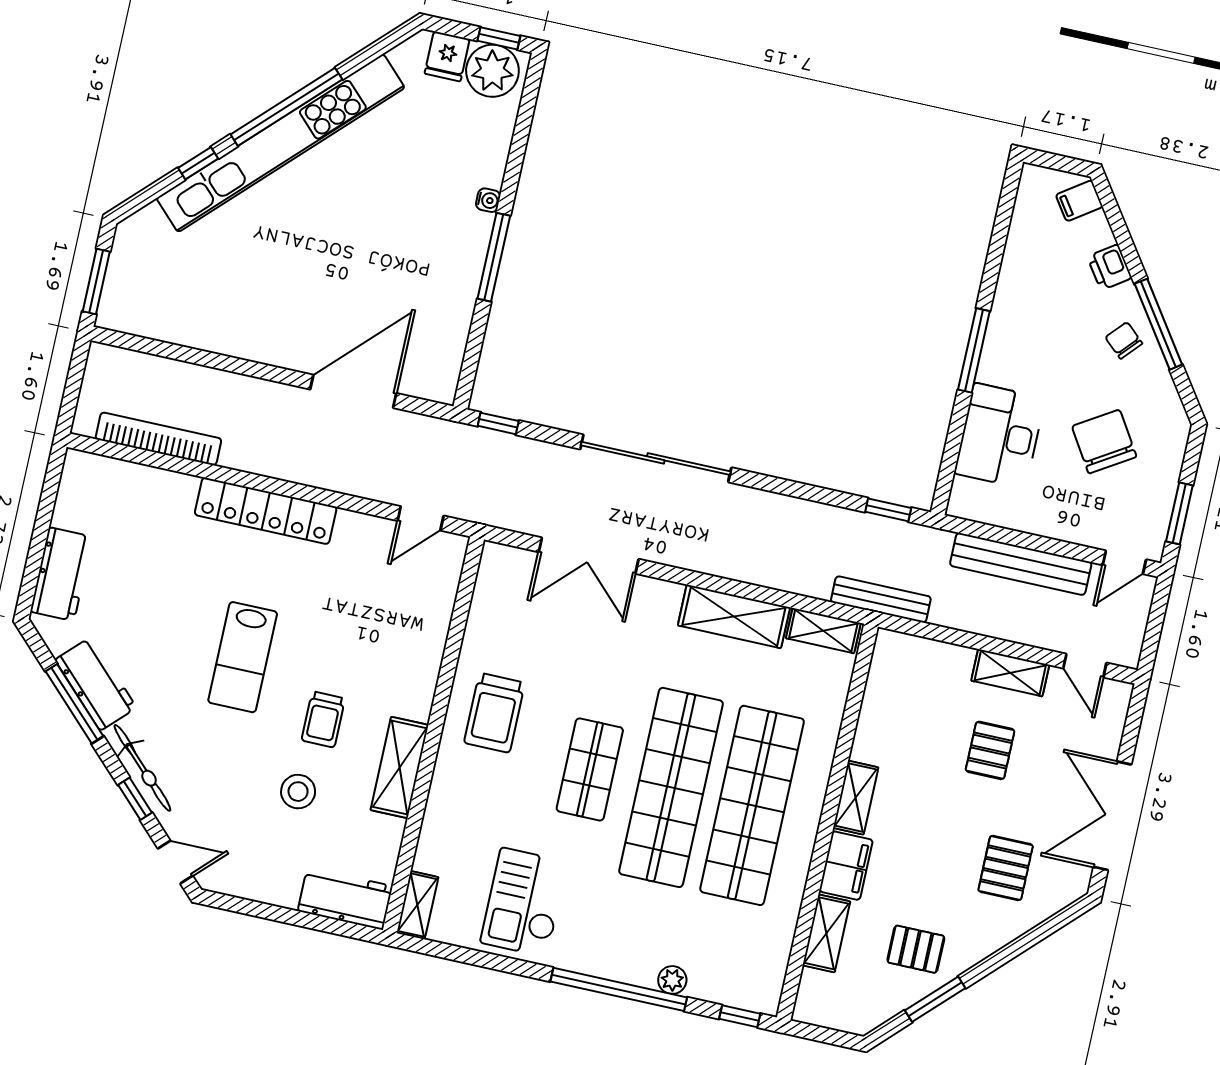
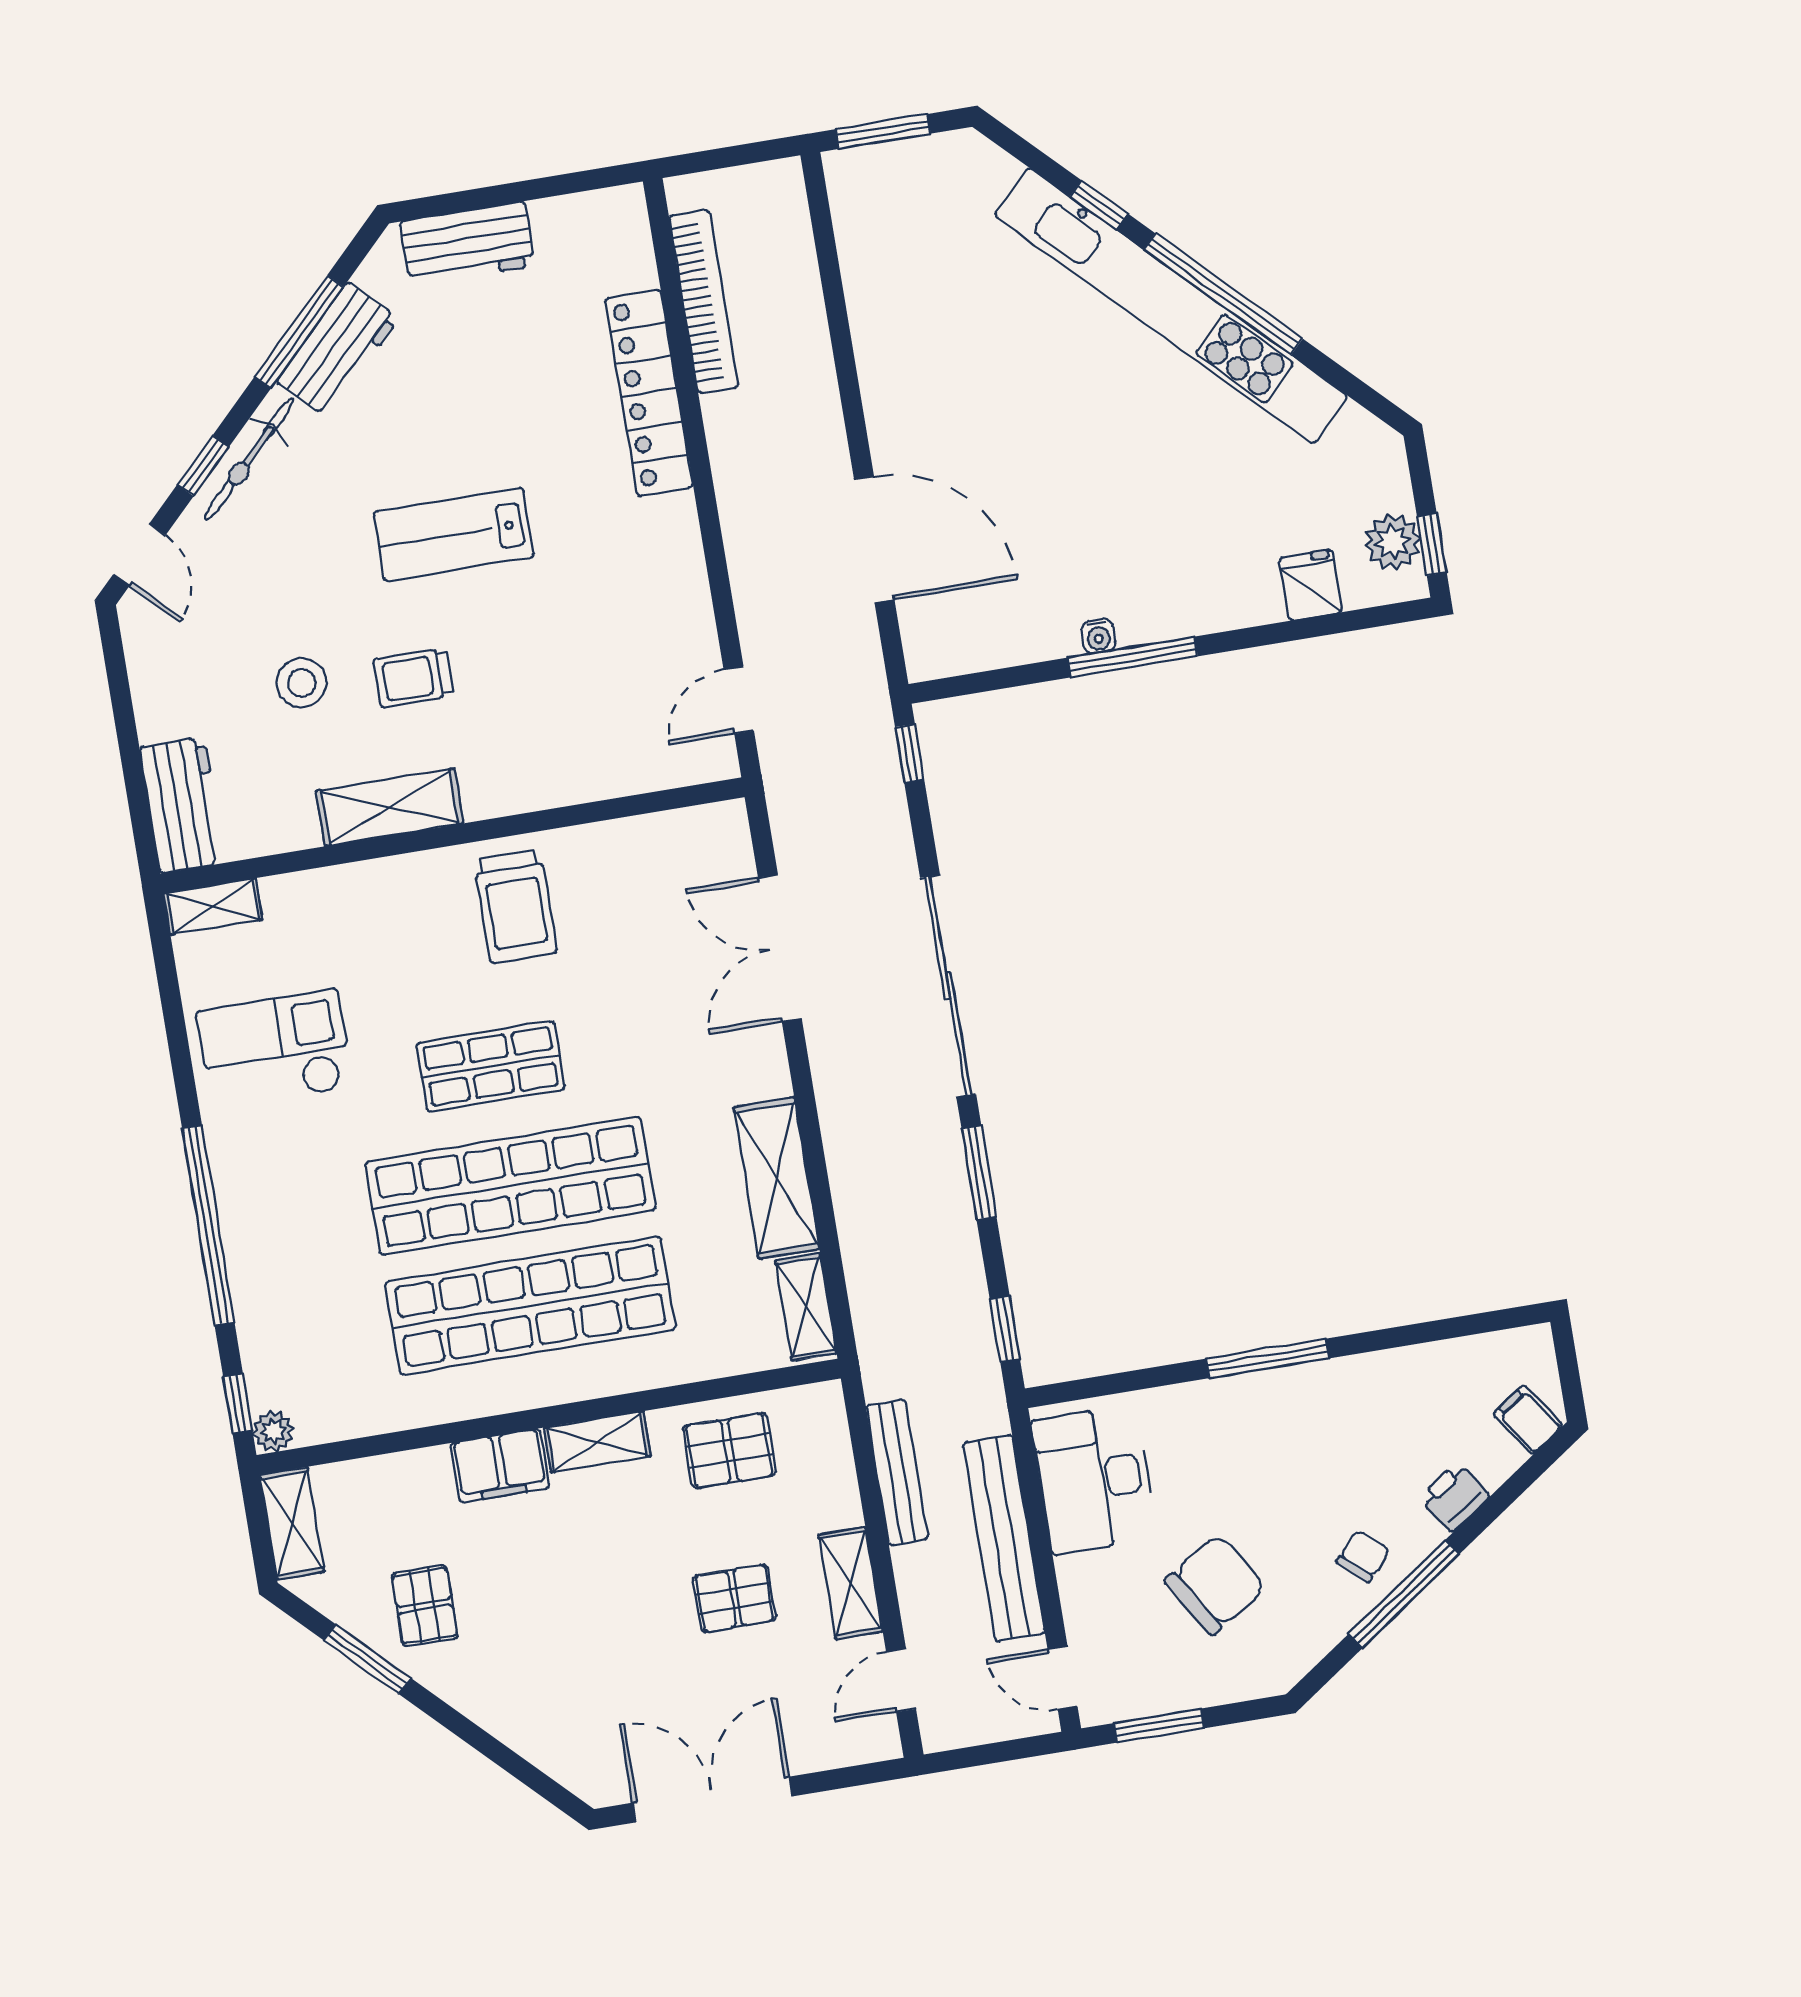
fridge: (447, 56) -> (1311, 585), moved, turned 90
plant: (492, 71) -> (1393, 542), width x0.73, depth x0.73
water cooler: (488, 200) -> (1098, 636), moved
desk: (1000, 436) -> (1094, 1480), moved, turned -90
window: (782, 486) -> (979, 1173), added
locker: (266, 511) -> (649, 393), moved
door: (421, 518) -> (739, 700), hinge flipped
bench: (881, 599) -> (897, 1472), moved
trolley: (494, 713) -> (515, 906), turned -90
pallet: (1006, 868) -> (729, 1451), moved
shelving: (826, 933) -> (292, 1523), moved, turned 90
plant: (672, 980) -> (273, 1431), moved

